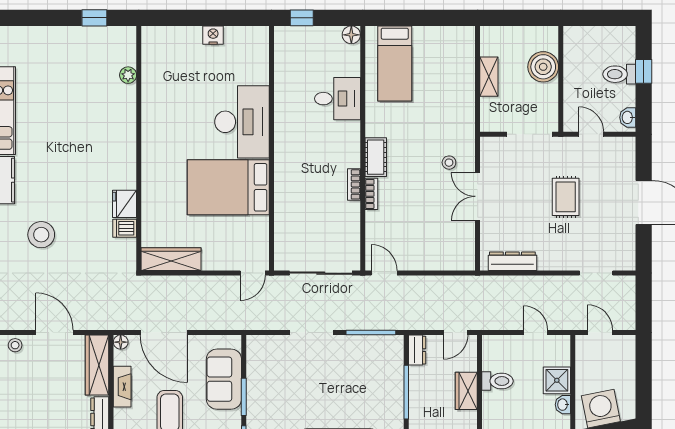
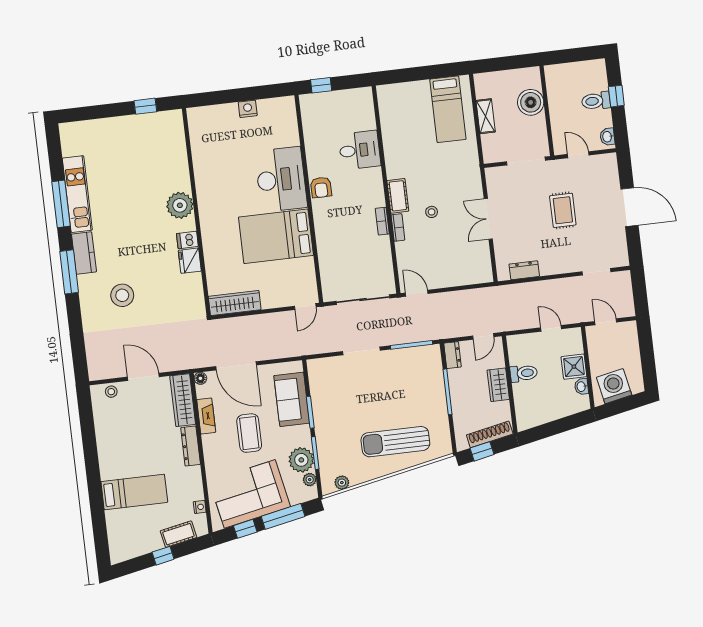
floor lamp: (351, 35) -> (365, 95), removed
bed: (395, 63) -> (448, 109), moved
plant: (128, 75) -> (180, 205), moved, width x1.88, depth x1.88
armchair: (287, 137) -> (321, 187), added
stool: (449, 163) -> (432, 212), moved
dishwasher: (125, 228) -> (187, 240), moved
dresser: (512, 261) -> (524, 270), width x0.70

